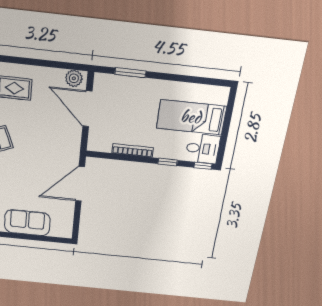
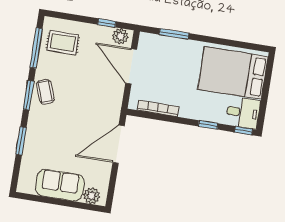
window: (59, 65) -> (107, 23), added
bed: (191, 117) -> (233, 73), width x1.50
bookcase: (133, 150) -> (158, 108), moved
plant: (58, 230) -> (92, 196), added

